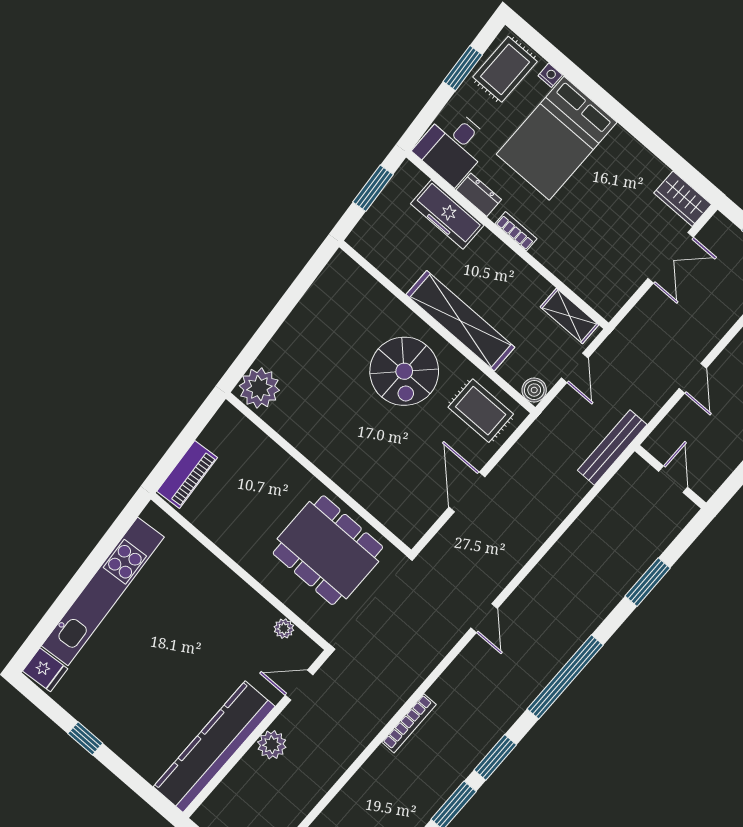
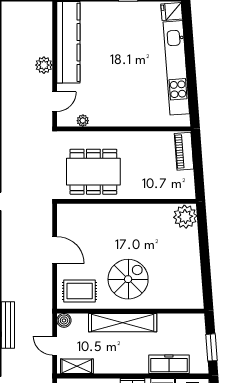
spiral stairs: (404, 371) -> (128, 279), turned 90

